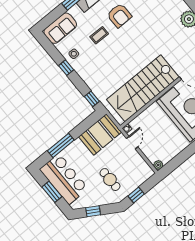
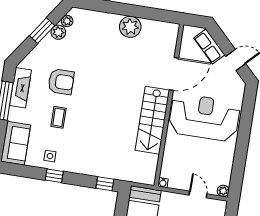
stairs: (143, 88) -> (152, 120), width x0.73, depth x0.66
door: (132, 143) -> (198, 194), moved

